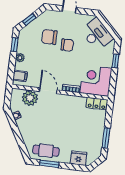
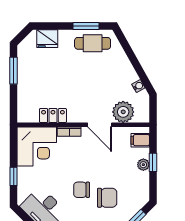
window: (15, 45) -> (153, 162), moved
locker: (97, 104) -> (53, 115), moved

